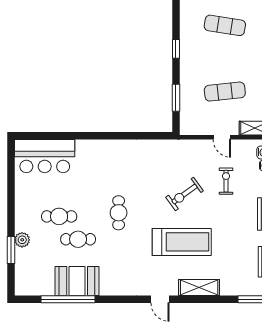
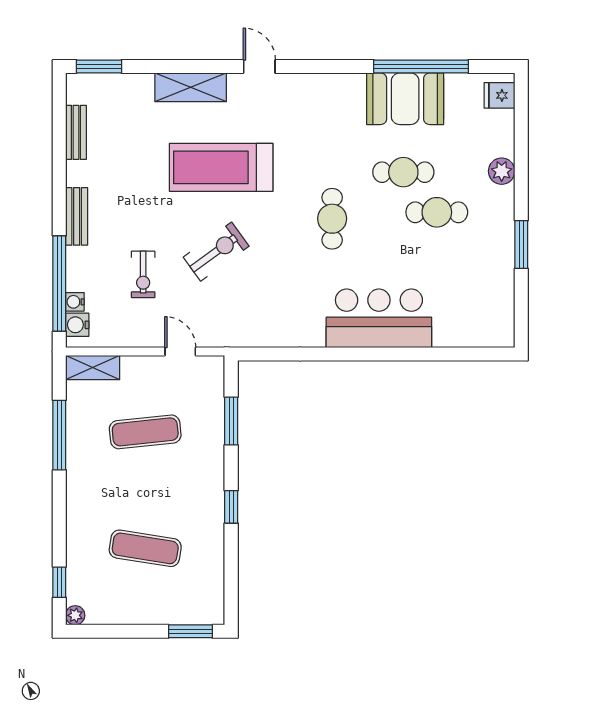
door: (222, 137) -> (180, 351), moved
bar counter: (45, 156) -> (379, 318), moved
window: (11, 250) -> (521, 245), moved
fridge: (23, 283) -> (500, 95), added

